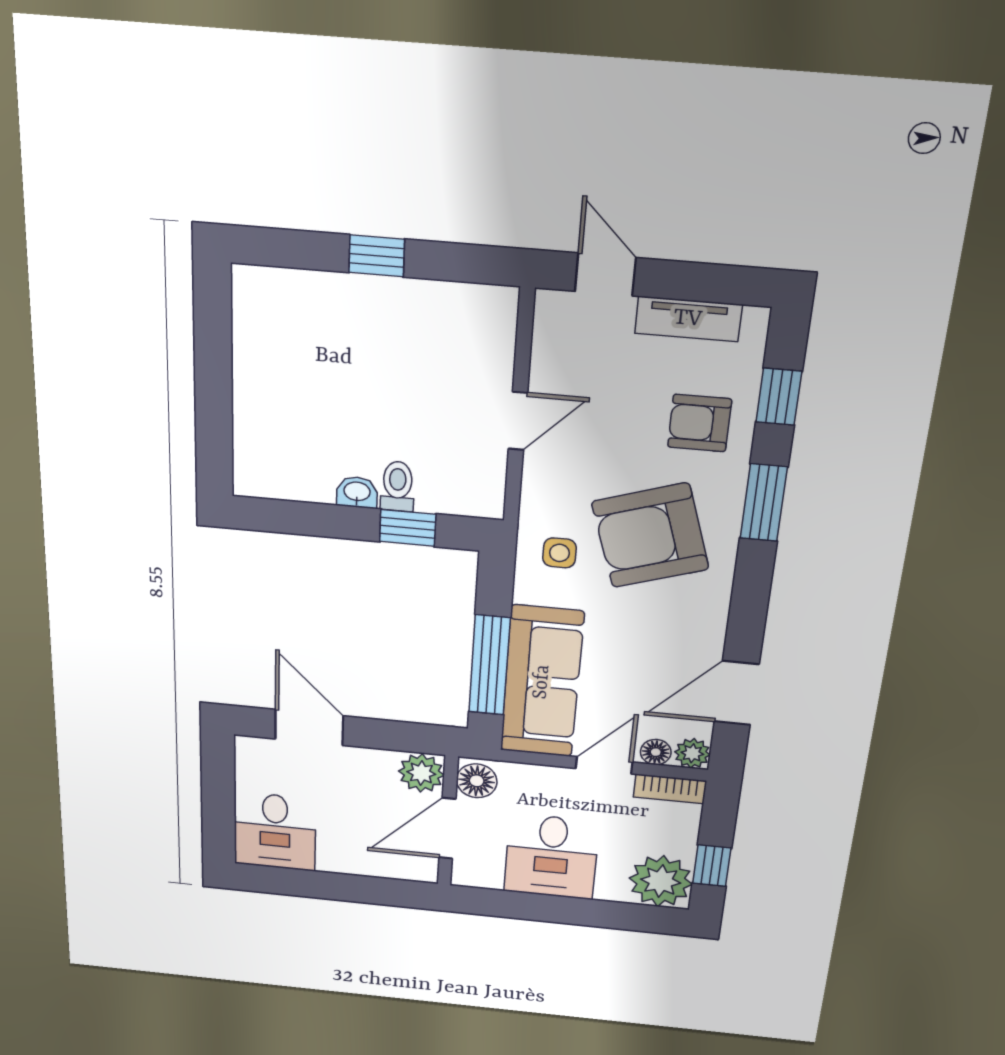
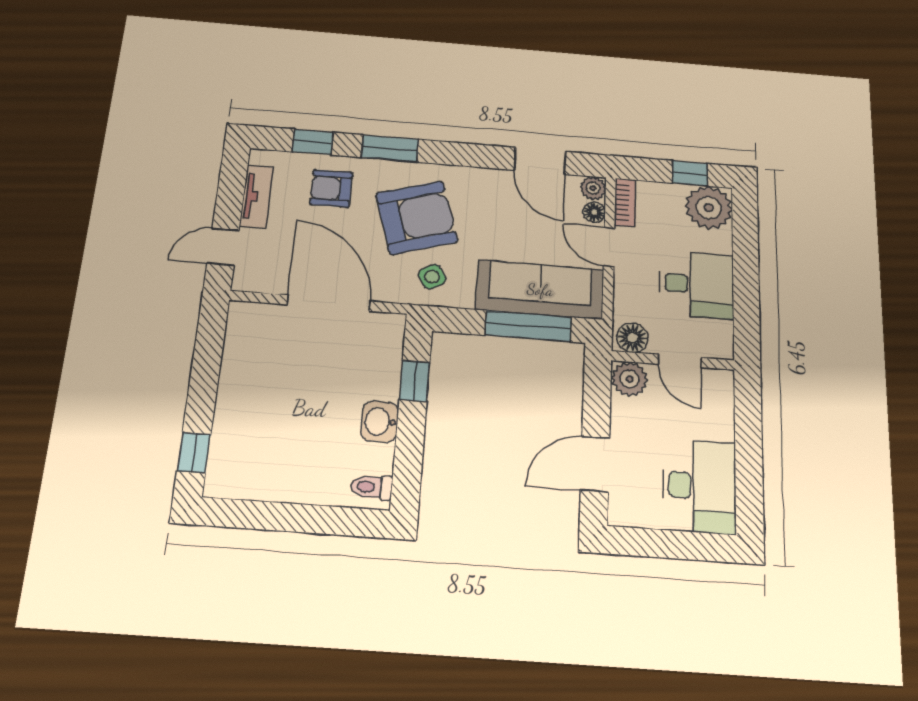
window: (377, 256) -> (194, 453), moved
door: (518, 421) -> (329, 303), width x1.88
armchair: (700, 423) -> (331, 188), turned 90
toilet: (398, 486) -> (371, 487), moved
washbasin: (357, 492) -> (380, 422), width x1.38, depth x1.45
armchair: (650, 536) -> (417, 218), turned -89
side table: (559, 553) -> (432, 277), turned -31
door: (447, 828) -> (680, 361), width x0.73
desk: (275, 831) -> (699, 486), width x1.37

